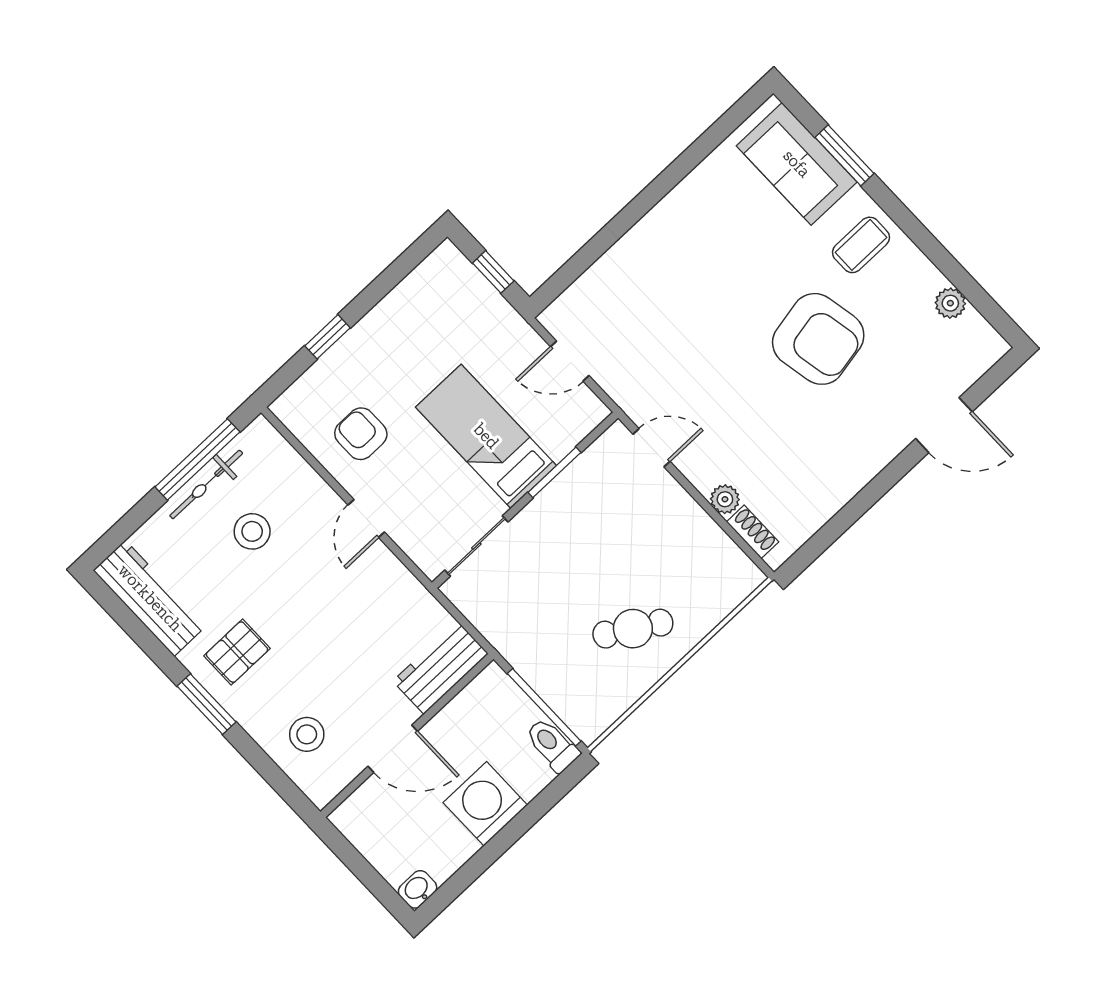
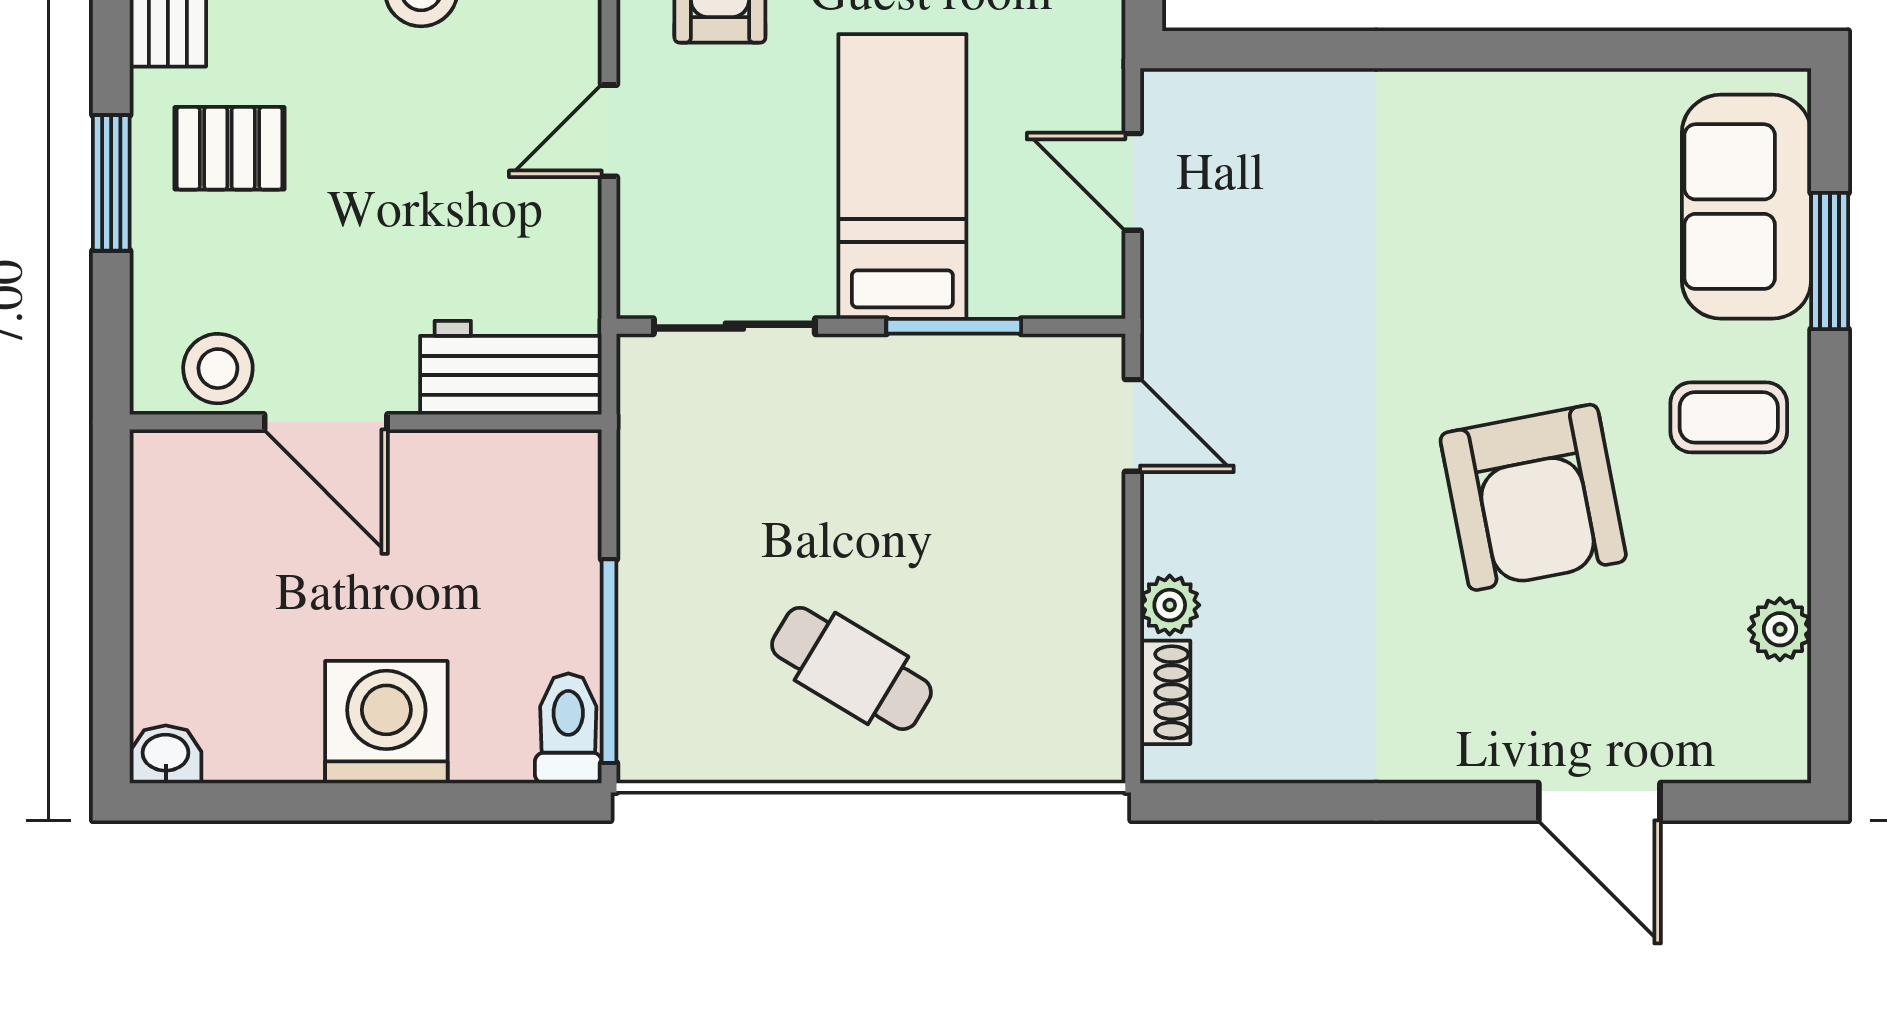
workbench: (440, 667) -> (511, 368), moved
wall: (407, 735) -> (366, 422), moved
door: (393, 749) -> (326, 422), moved

